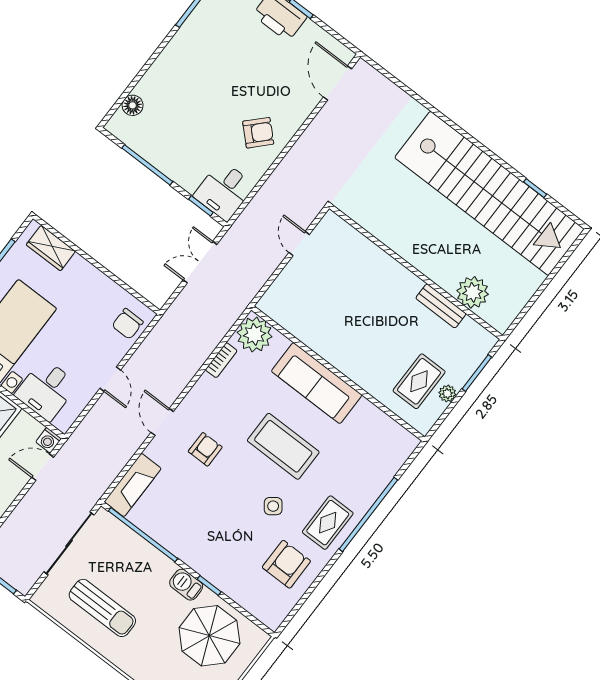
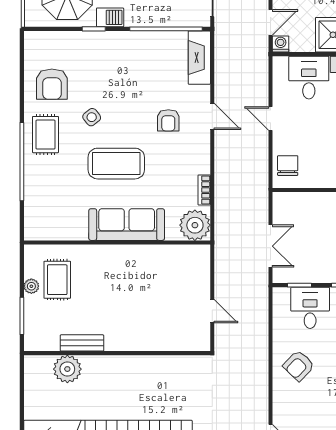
desk: (224, 191) -> (310, 308), moved

